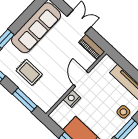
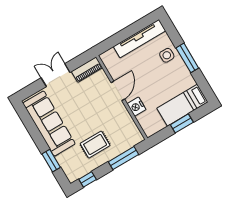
door: (81, 79) -> (118, 91), swing flipped

